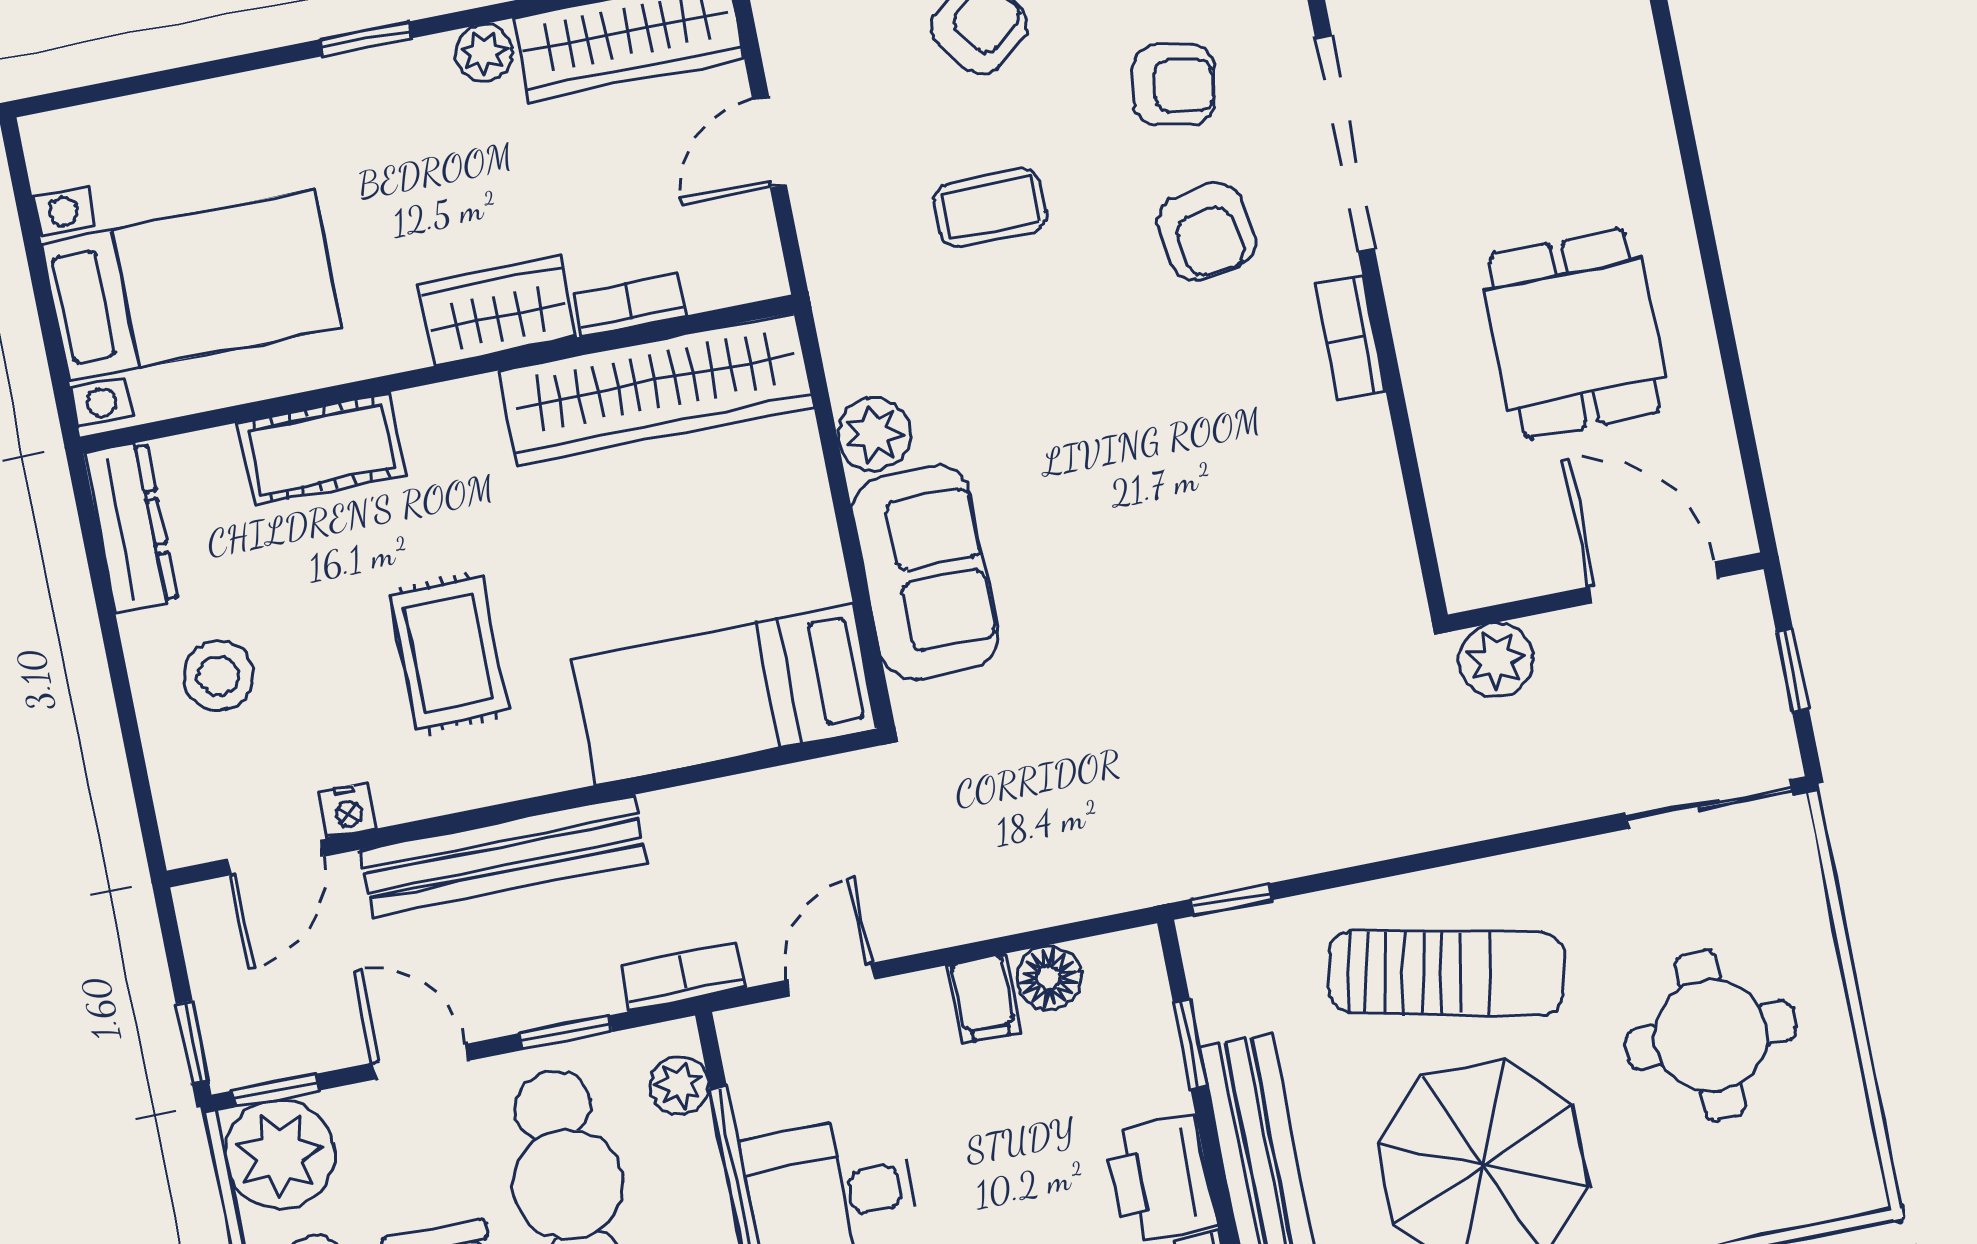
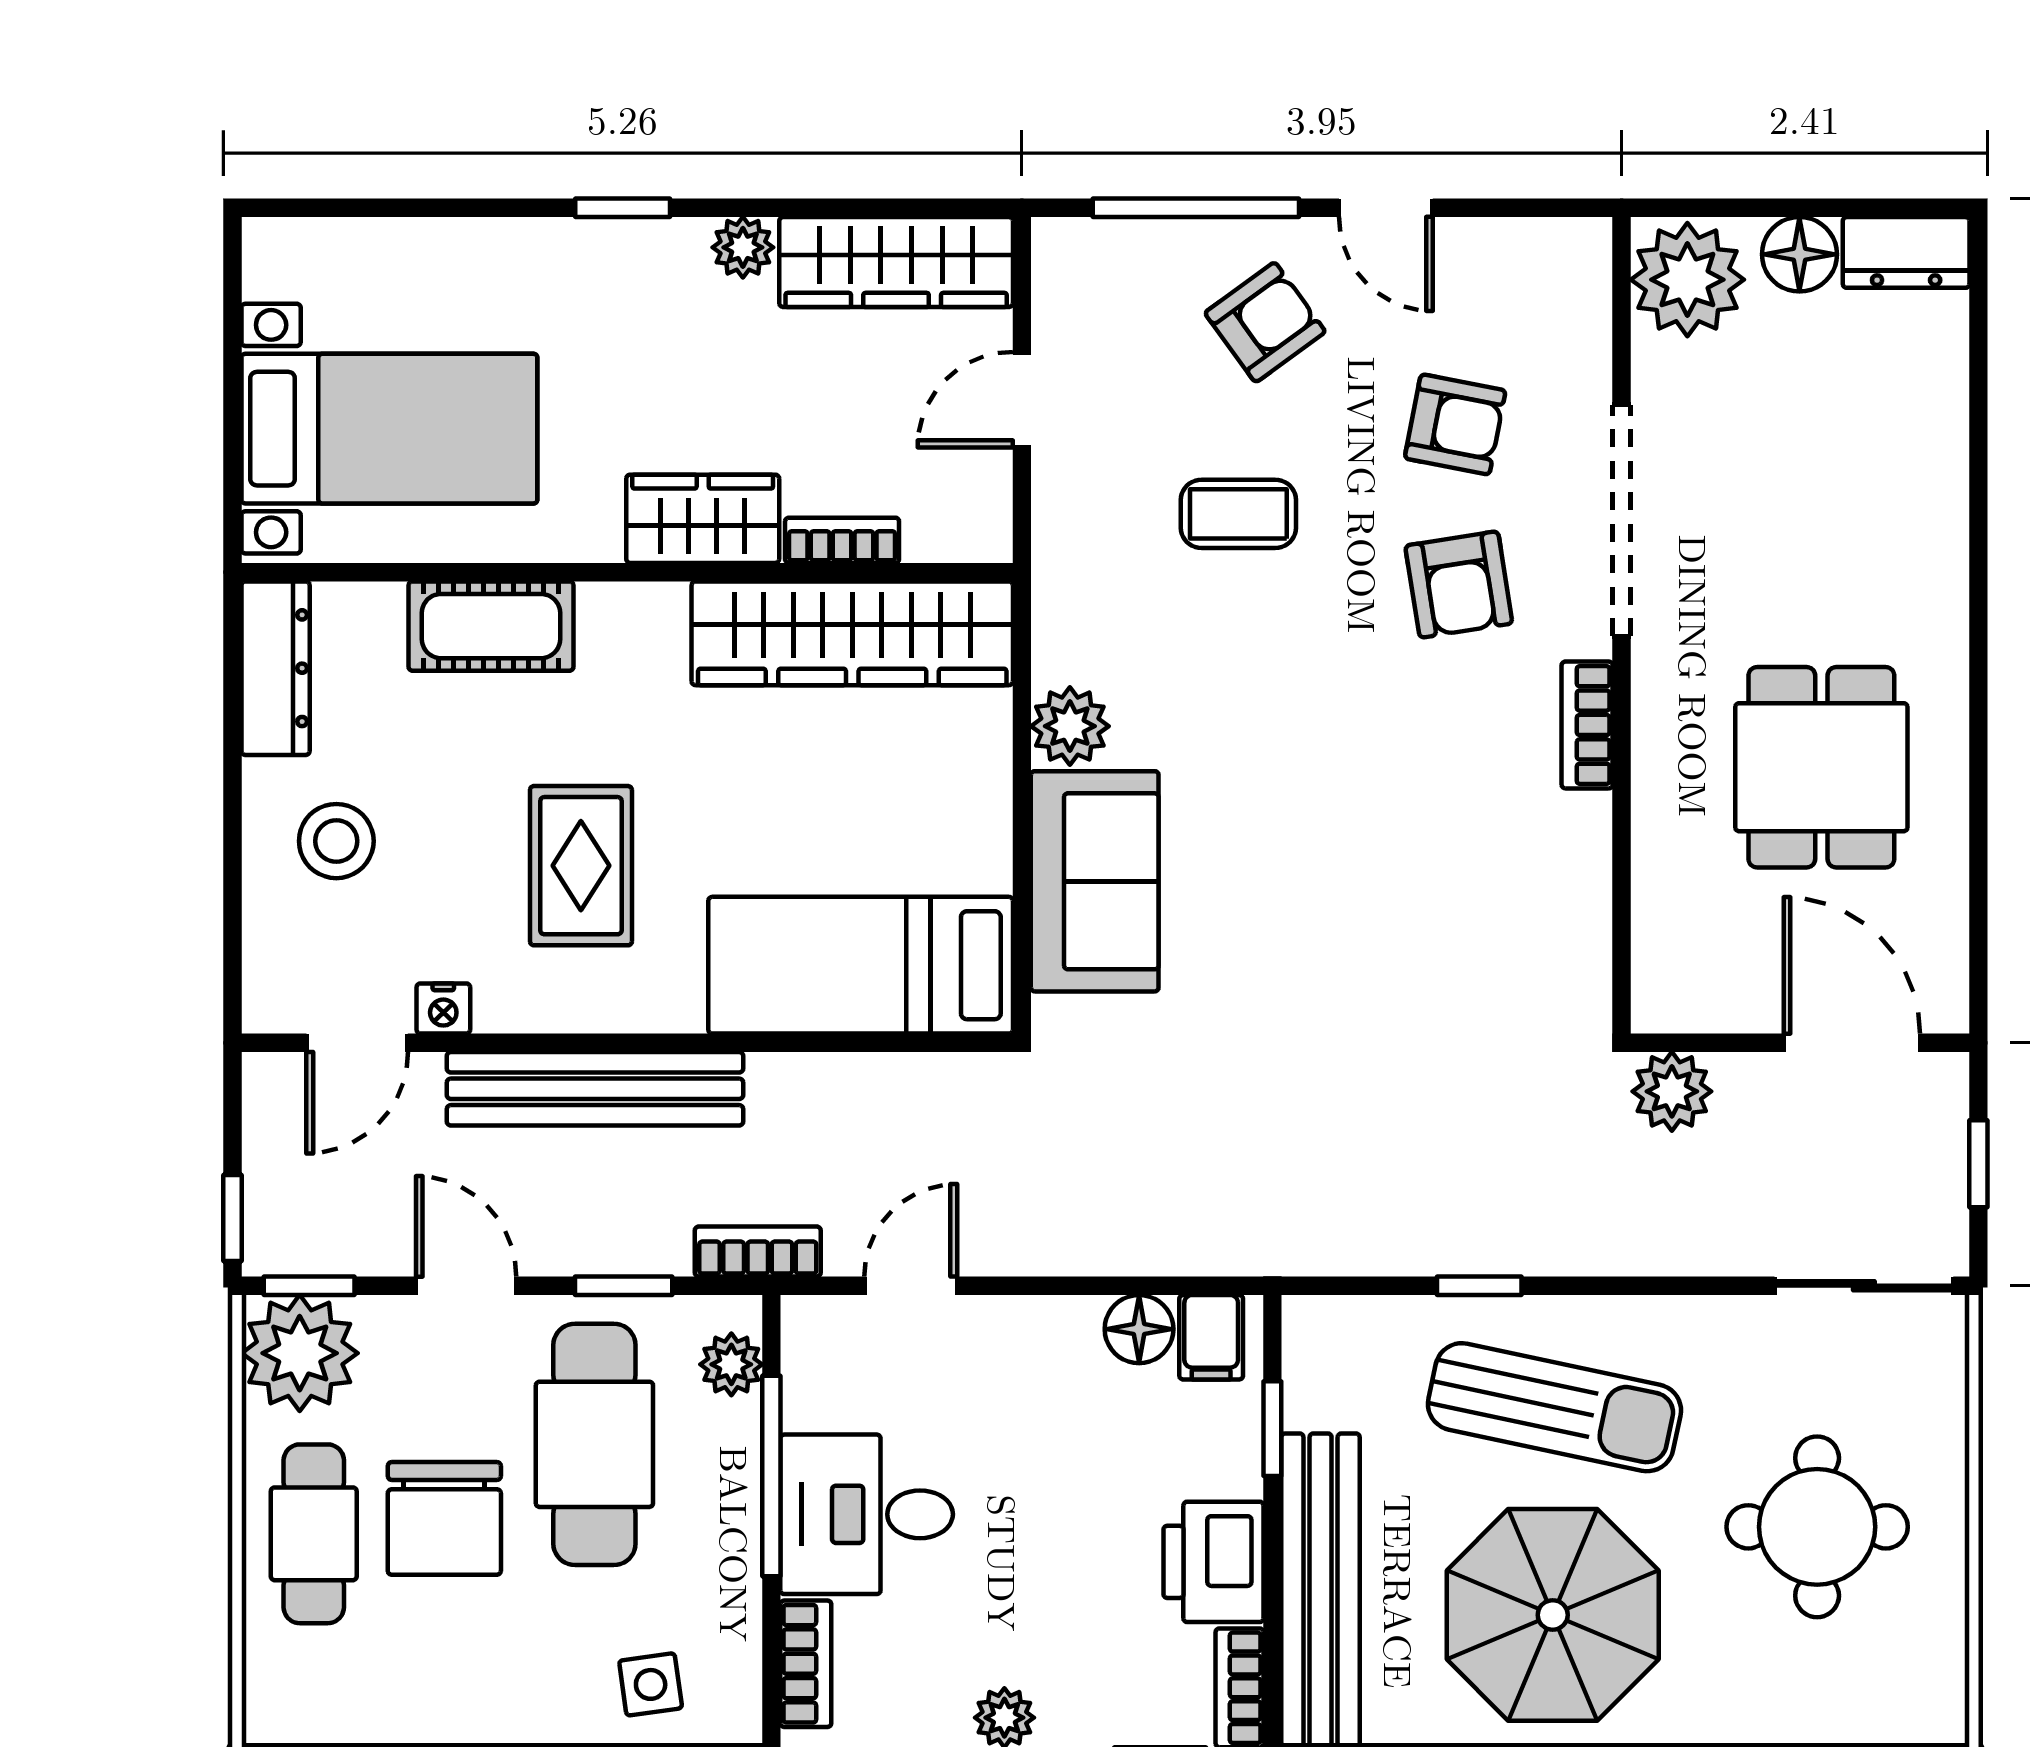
window: (1232, 900) -> (1479, 1286), moved
filing cabinet: (984, 998) -> (1211, 1337), moved

